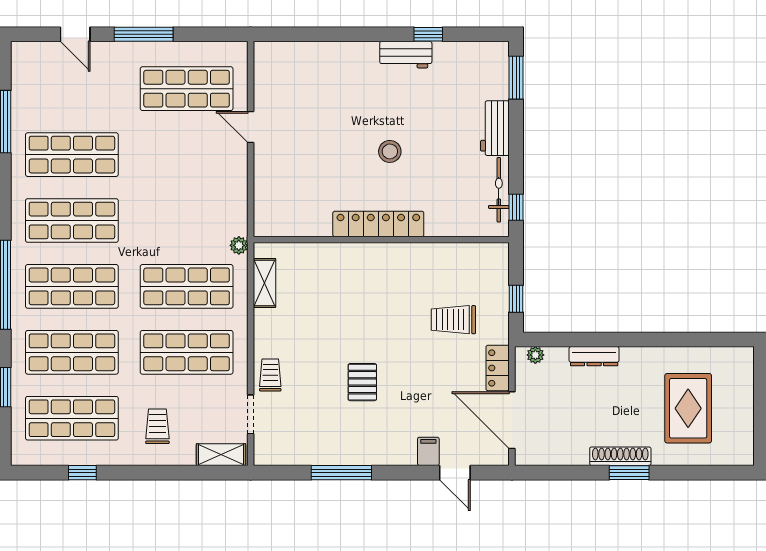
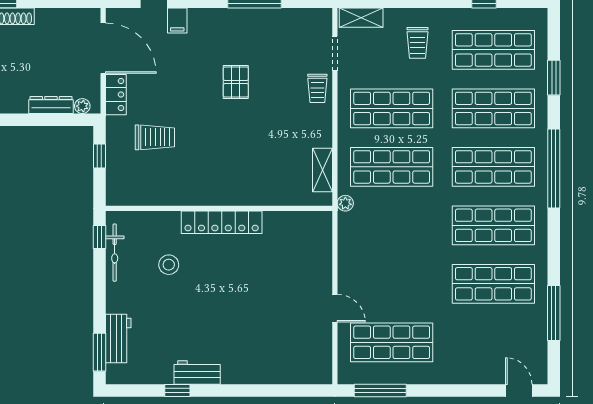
door: (75, 34) -> (519, 391), moved
window: (144, 34) -> (380, 391), moved
workbench: (495, 128) -> (118, 338), moved
stool: (390, 151) -> (169, 265), moved
dresser: (594, 356) -> (51, 105), moved

